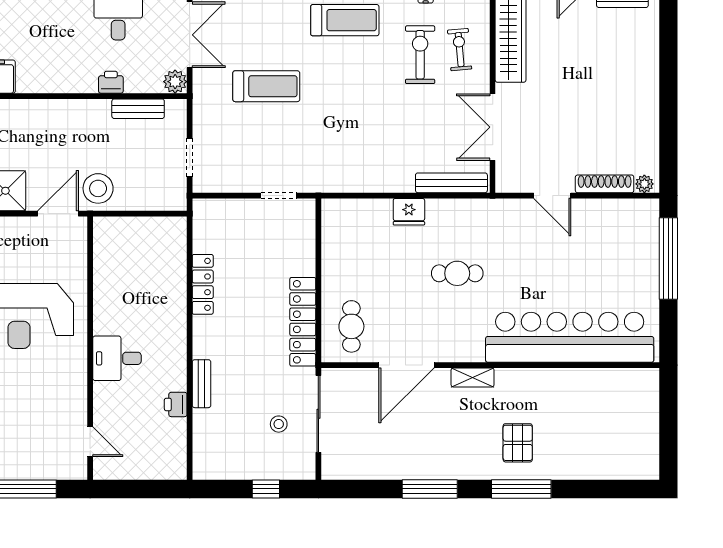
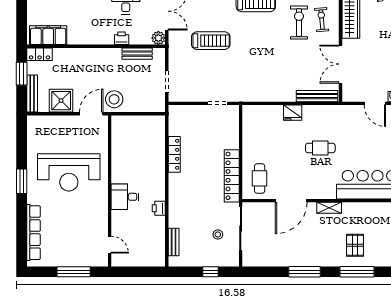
bench: (202, 384) -> (174, 242), moved
printer: (176, 404) -> (159, 208), moved

